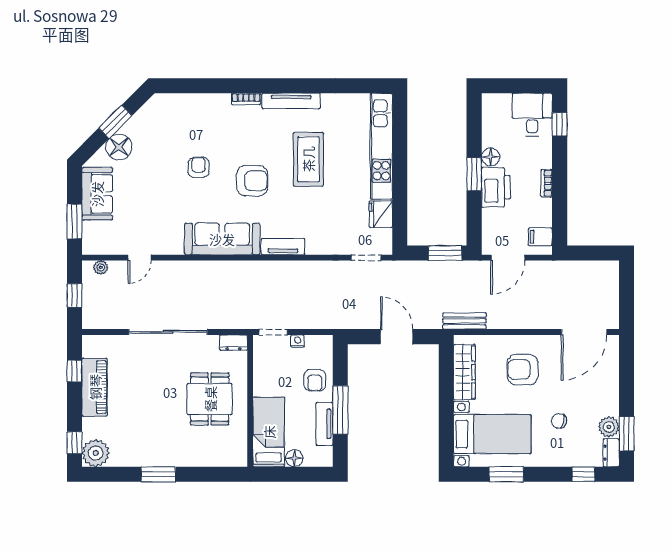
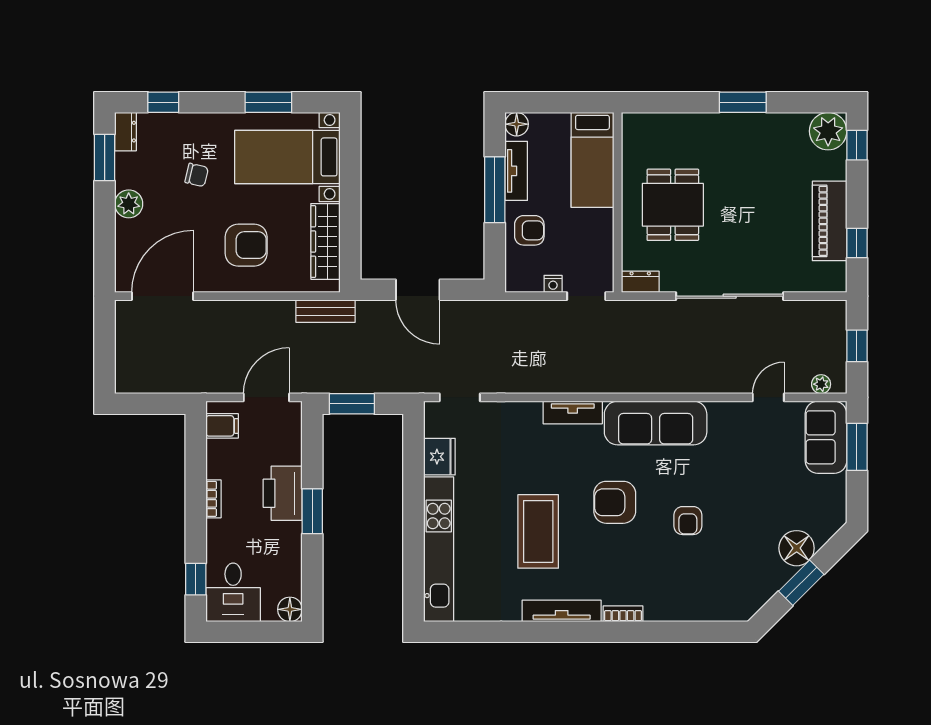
floor lamp: (491, 157) -> (290, 609), moved
sofa: (97, 194) -> (826, 437), moved
armchair: (315, 380) -> (529, 230), turned 90
plant: (609, 427) -> (129, 204), moved
floor lamp: (294, 458) -> (517, 124), moved

